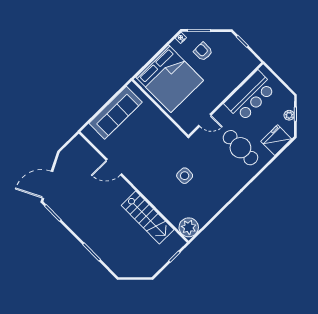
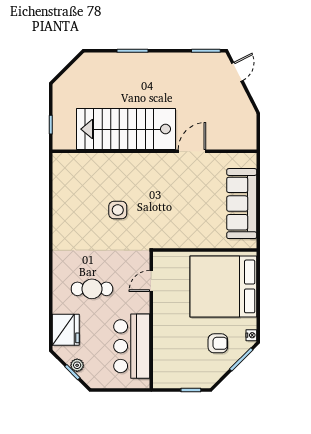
cafe table: (240, 148) -> (92, 289), width x0.73, depth x0.74
door: (47, 185) -> (237, 72), width x0.53
stairs: (148, 217) -> (126, 129), width x1.36, depth x1.51
plant: (189, 227) -> (65, 166), removed

